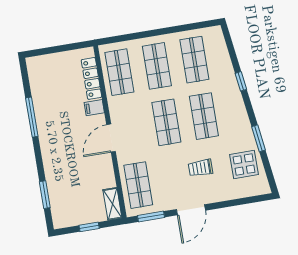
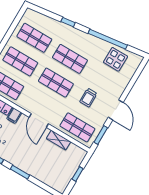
window: (258, 138) -> (108, 39), width x2.11
trolley: (201, 168) -> (88, 98), moved
window: (45, 195) -> (20, 172), moved
shelving: (112, 204) -> (58, 140), moved

